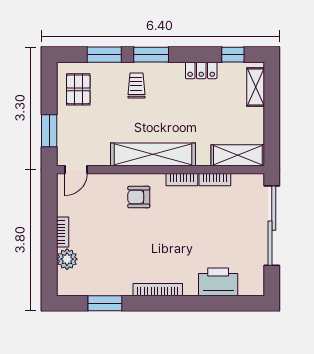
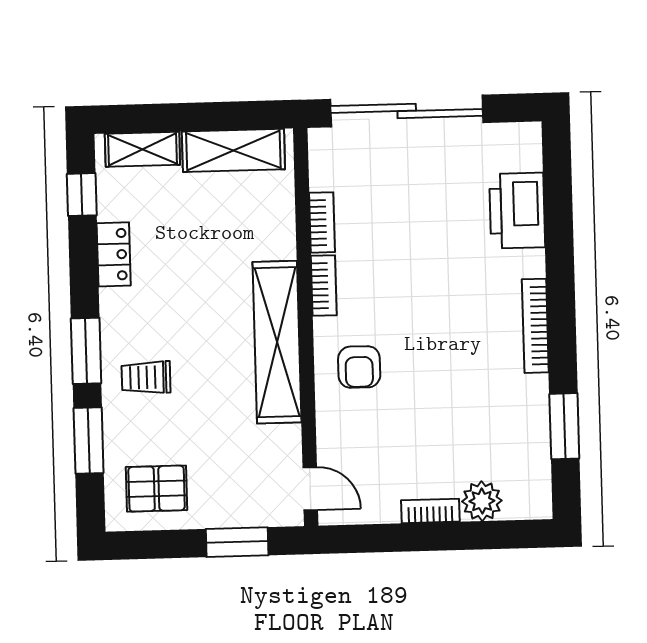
shelving: (238, 155) -> (233, 150), moved, turned 90

